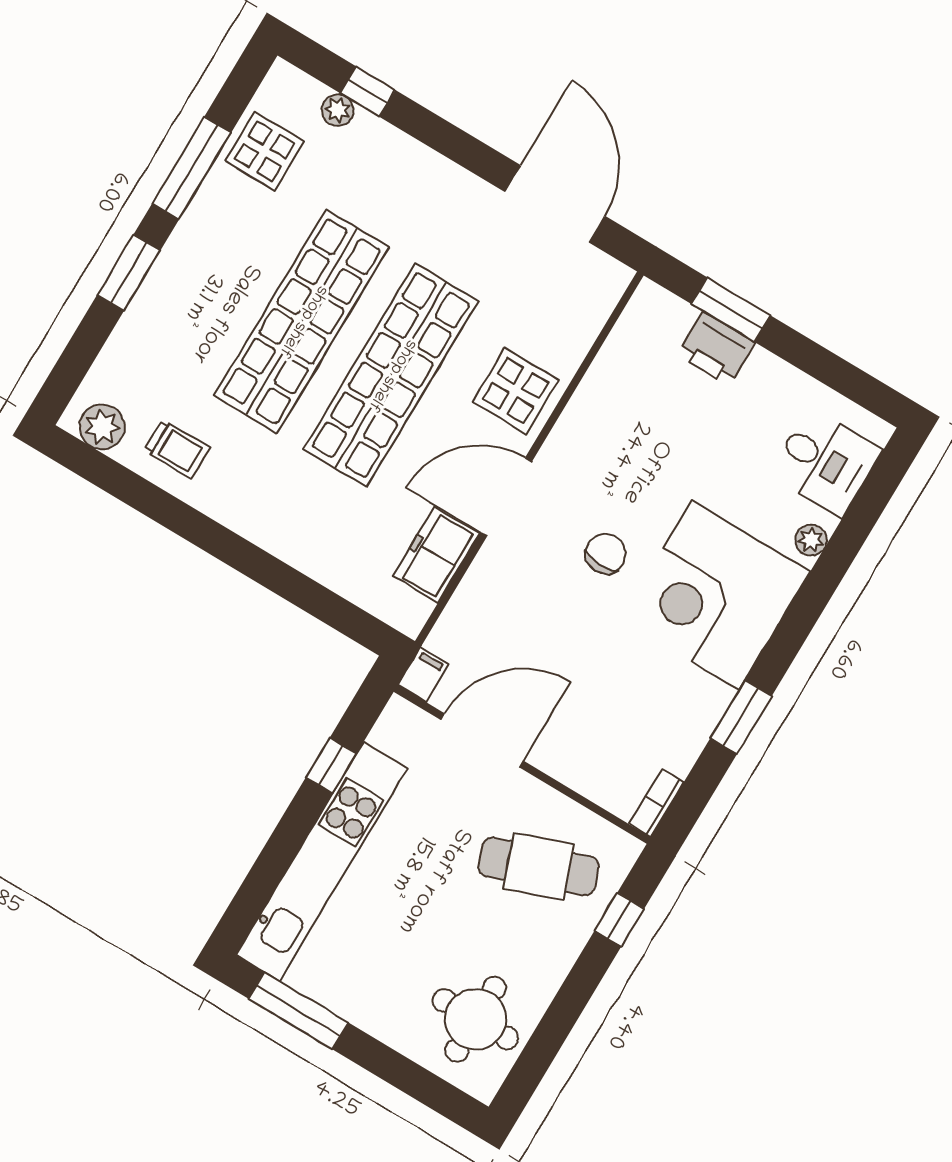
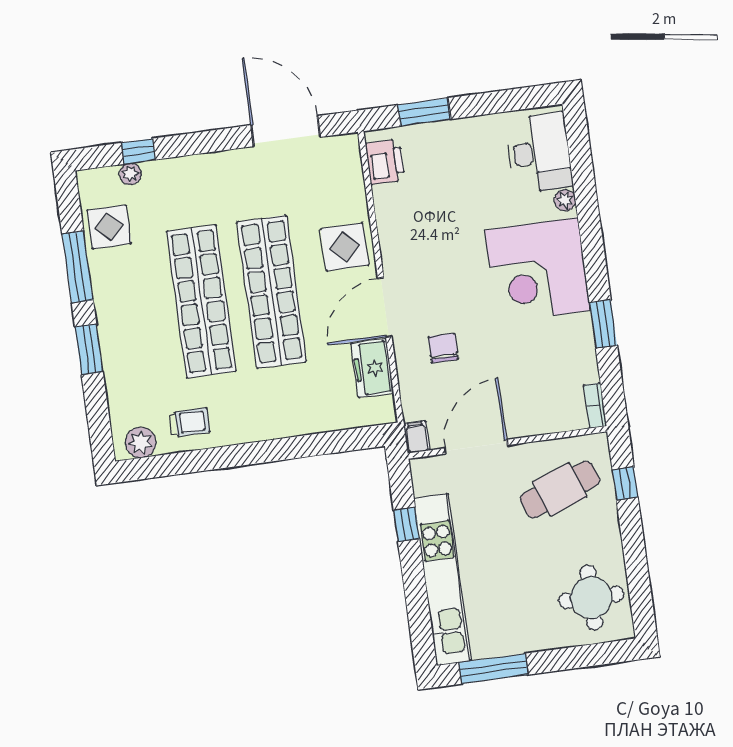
printer: (716, 349) -> (385, 162), moved, turned -90
desk: (825, 462) -> (539, 153), width x1.37
chair: (606, 554) -> (443, 348), moved

